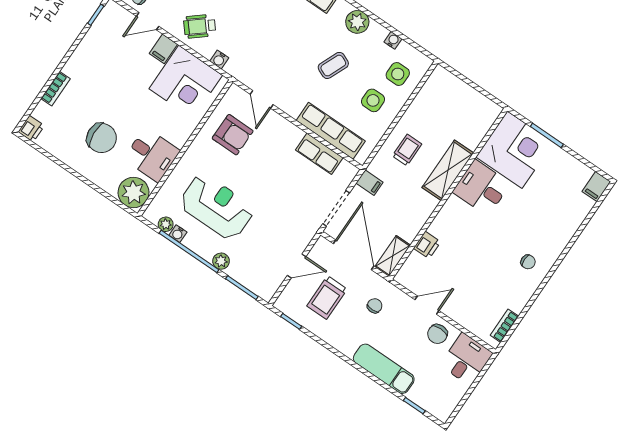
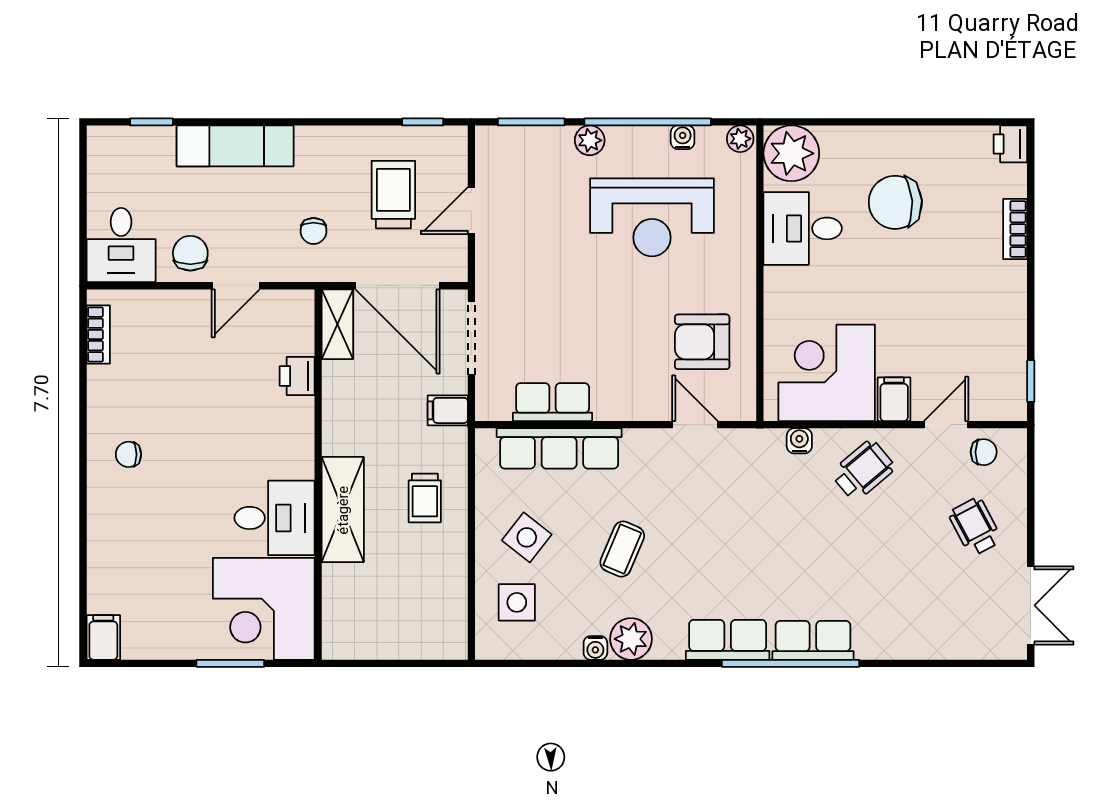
water cooler: (393, 40) -> (595, 648), moved
side table: (373, 100) -> (527, 537), turned 38
plant: (166, 224) -> (740, 139), moved

